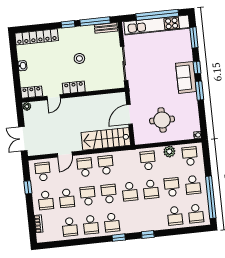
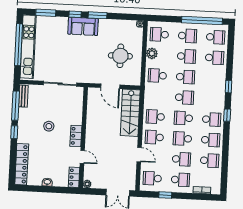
school desk: (172, 187) -> (186, 56), turned 180

